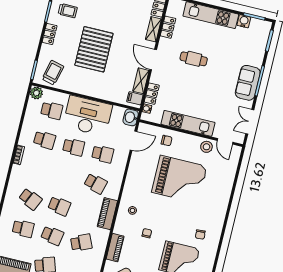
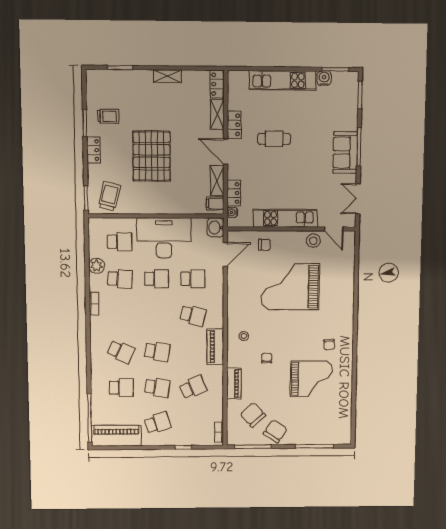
locker: (168, 27) -> (234, 125), moved
plant: (36, 93) -> (97, 266), moved
grand piano: (179, 179) -> (290, 287), turned 180

